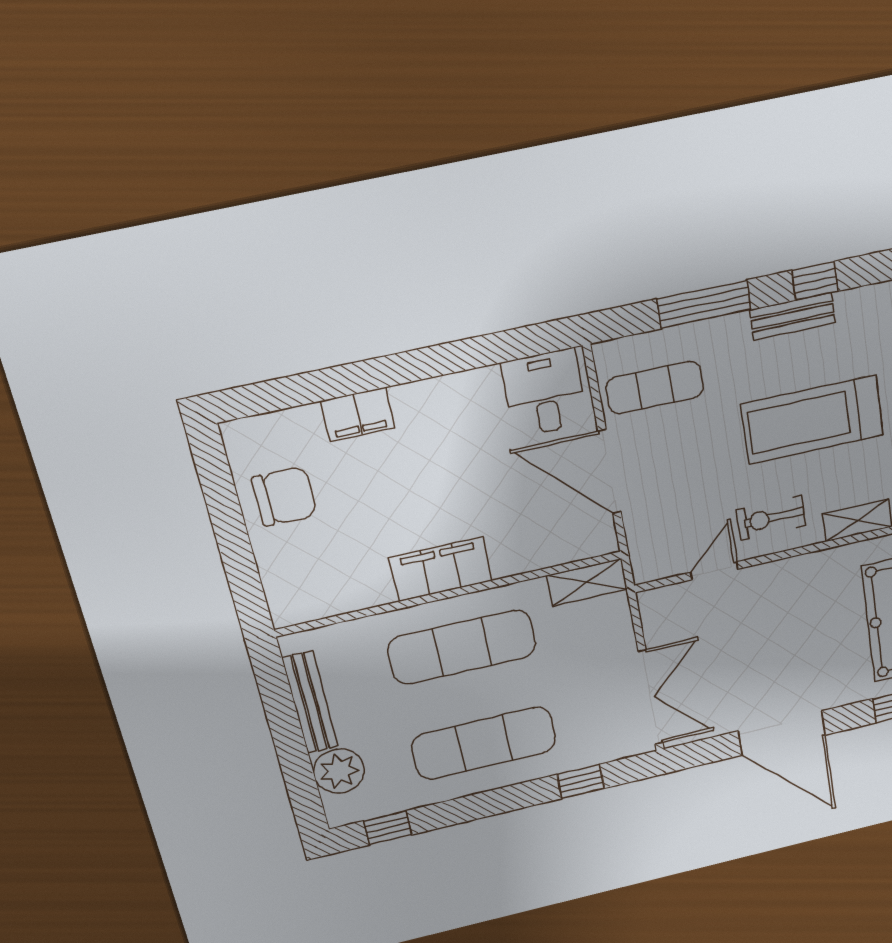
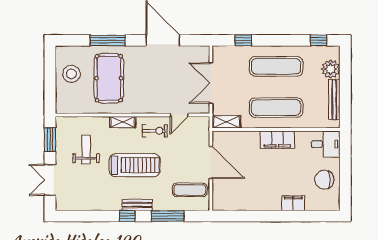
desk: (545, 393) -> (326, 144), moved, turned -90
double door: (651, 697) -> (211, 83), moved

